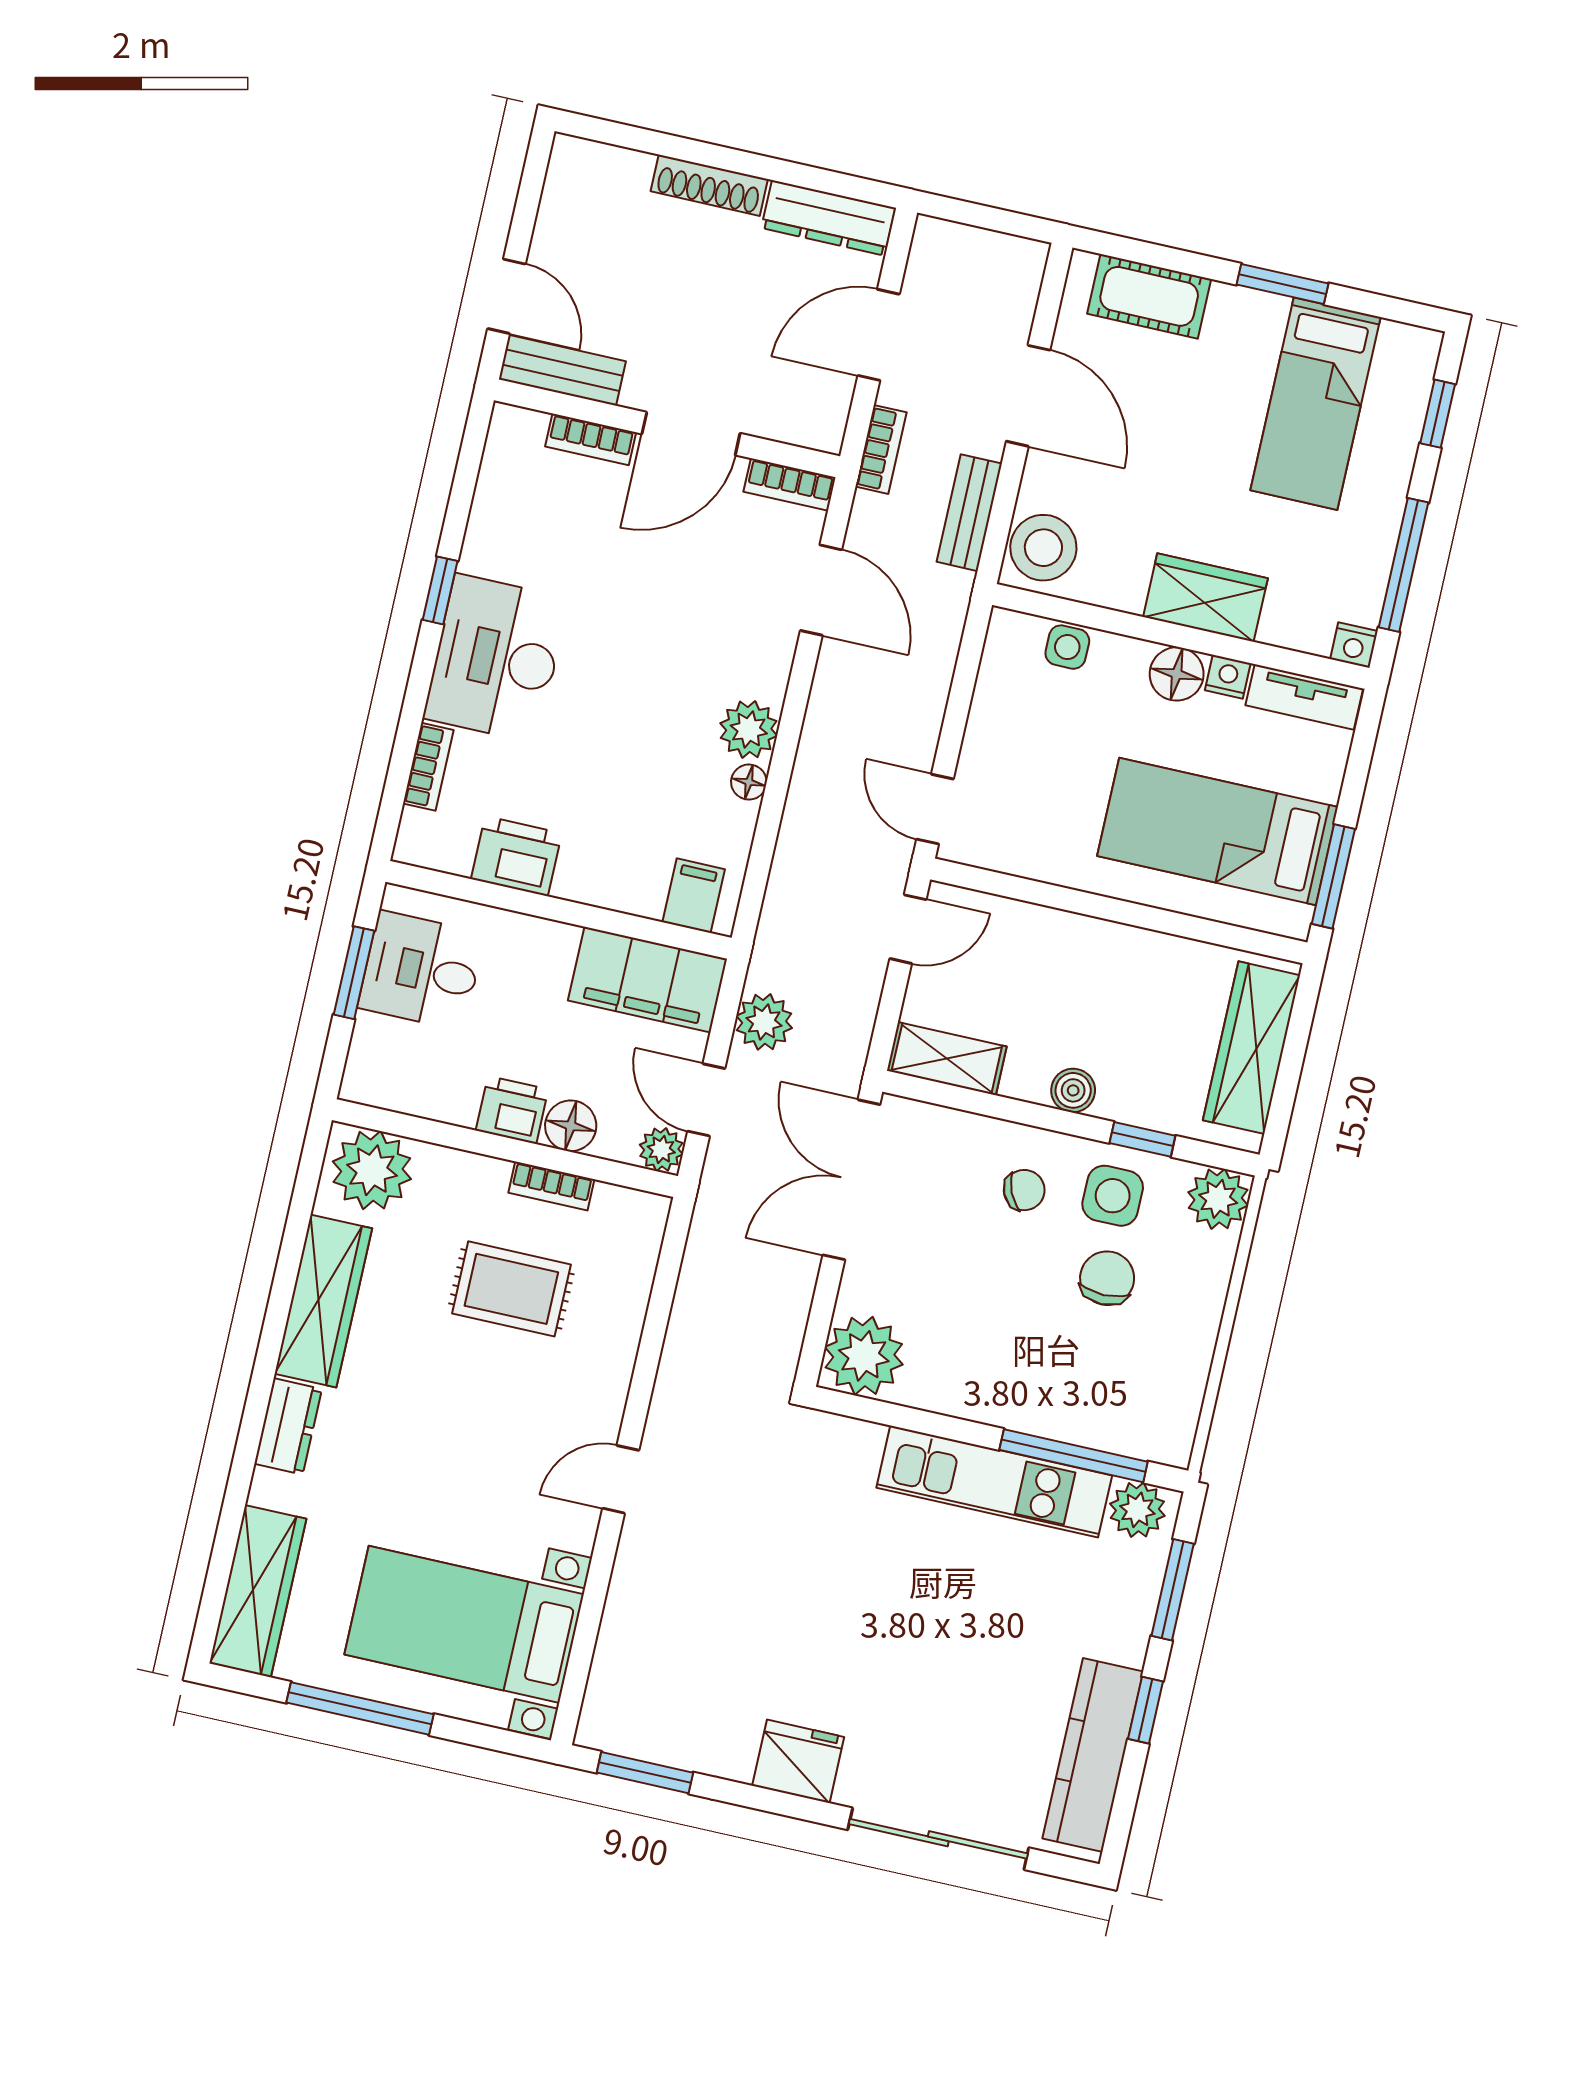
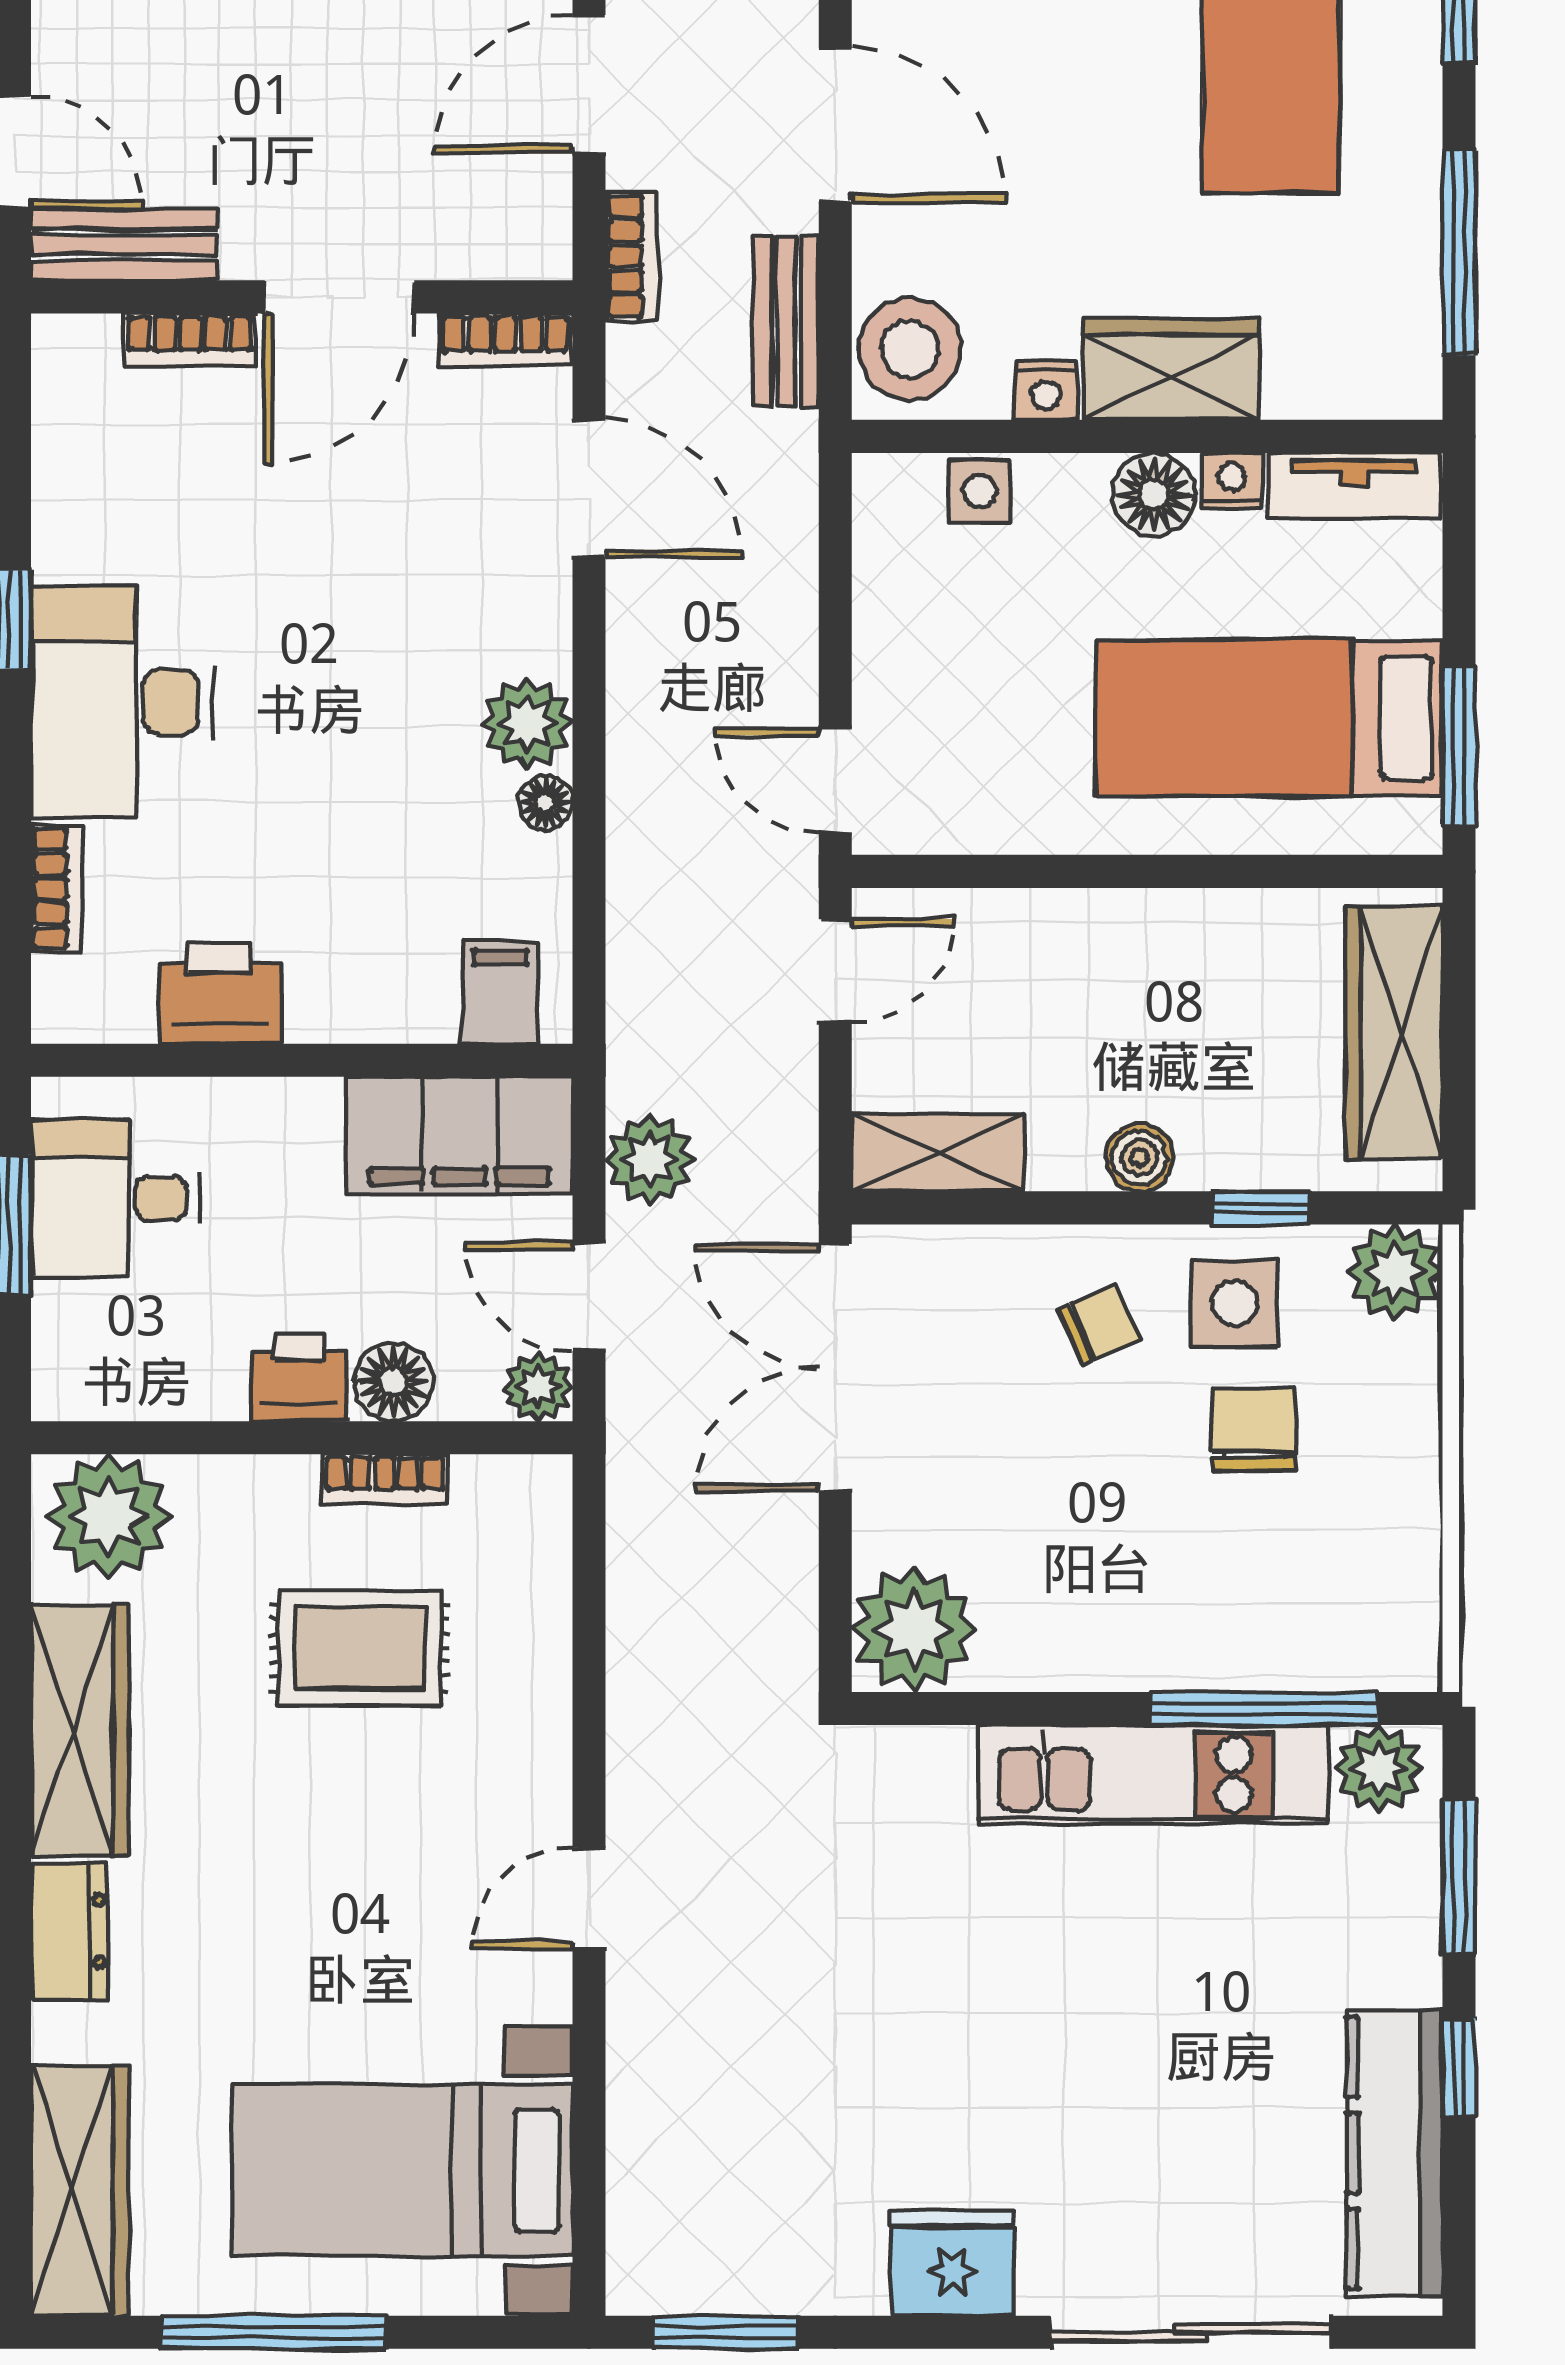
nightstand: (1354, 645) -> (1046, 391), moved

